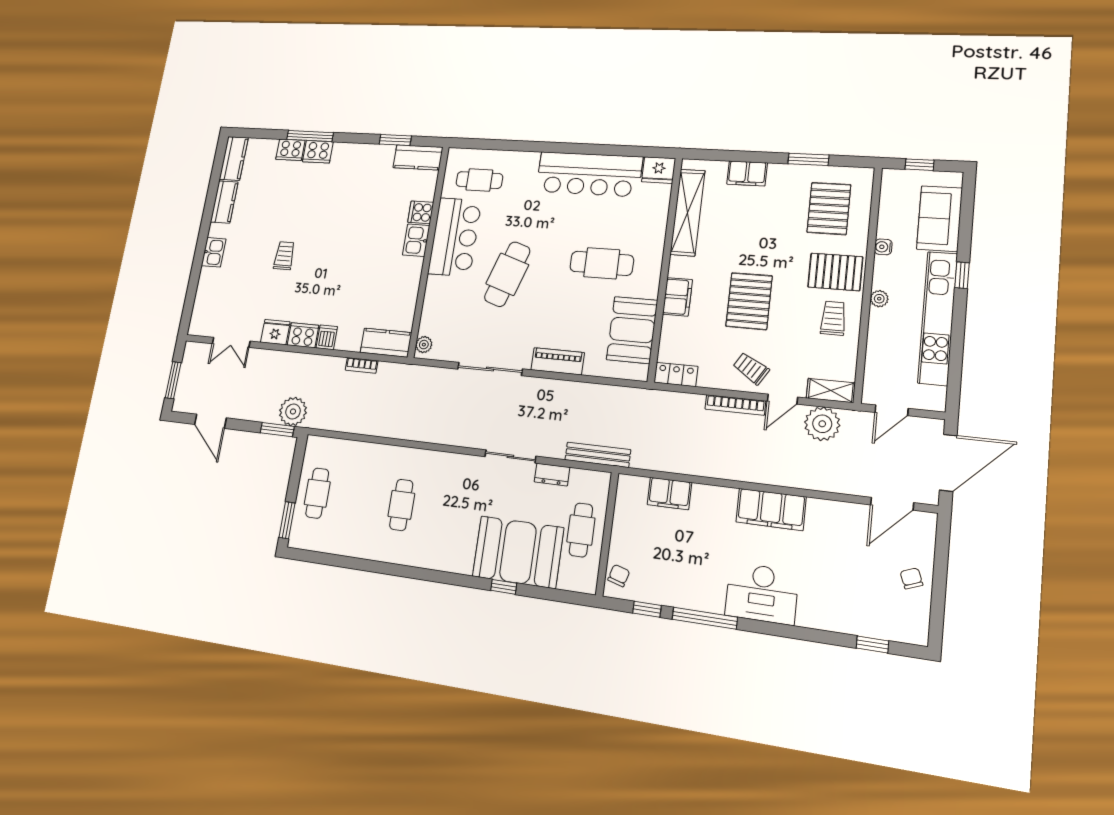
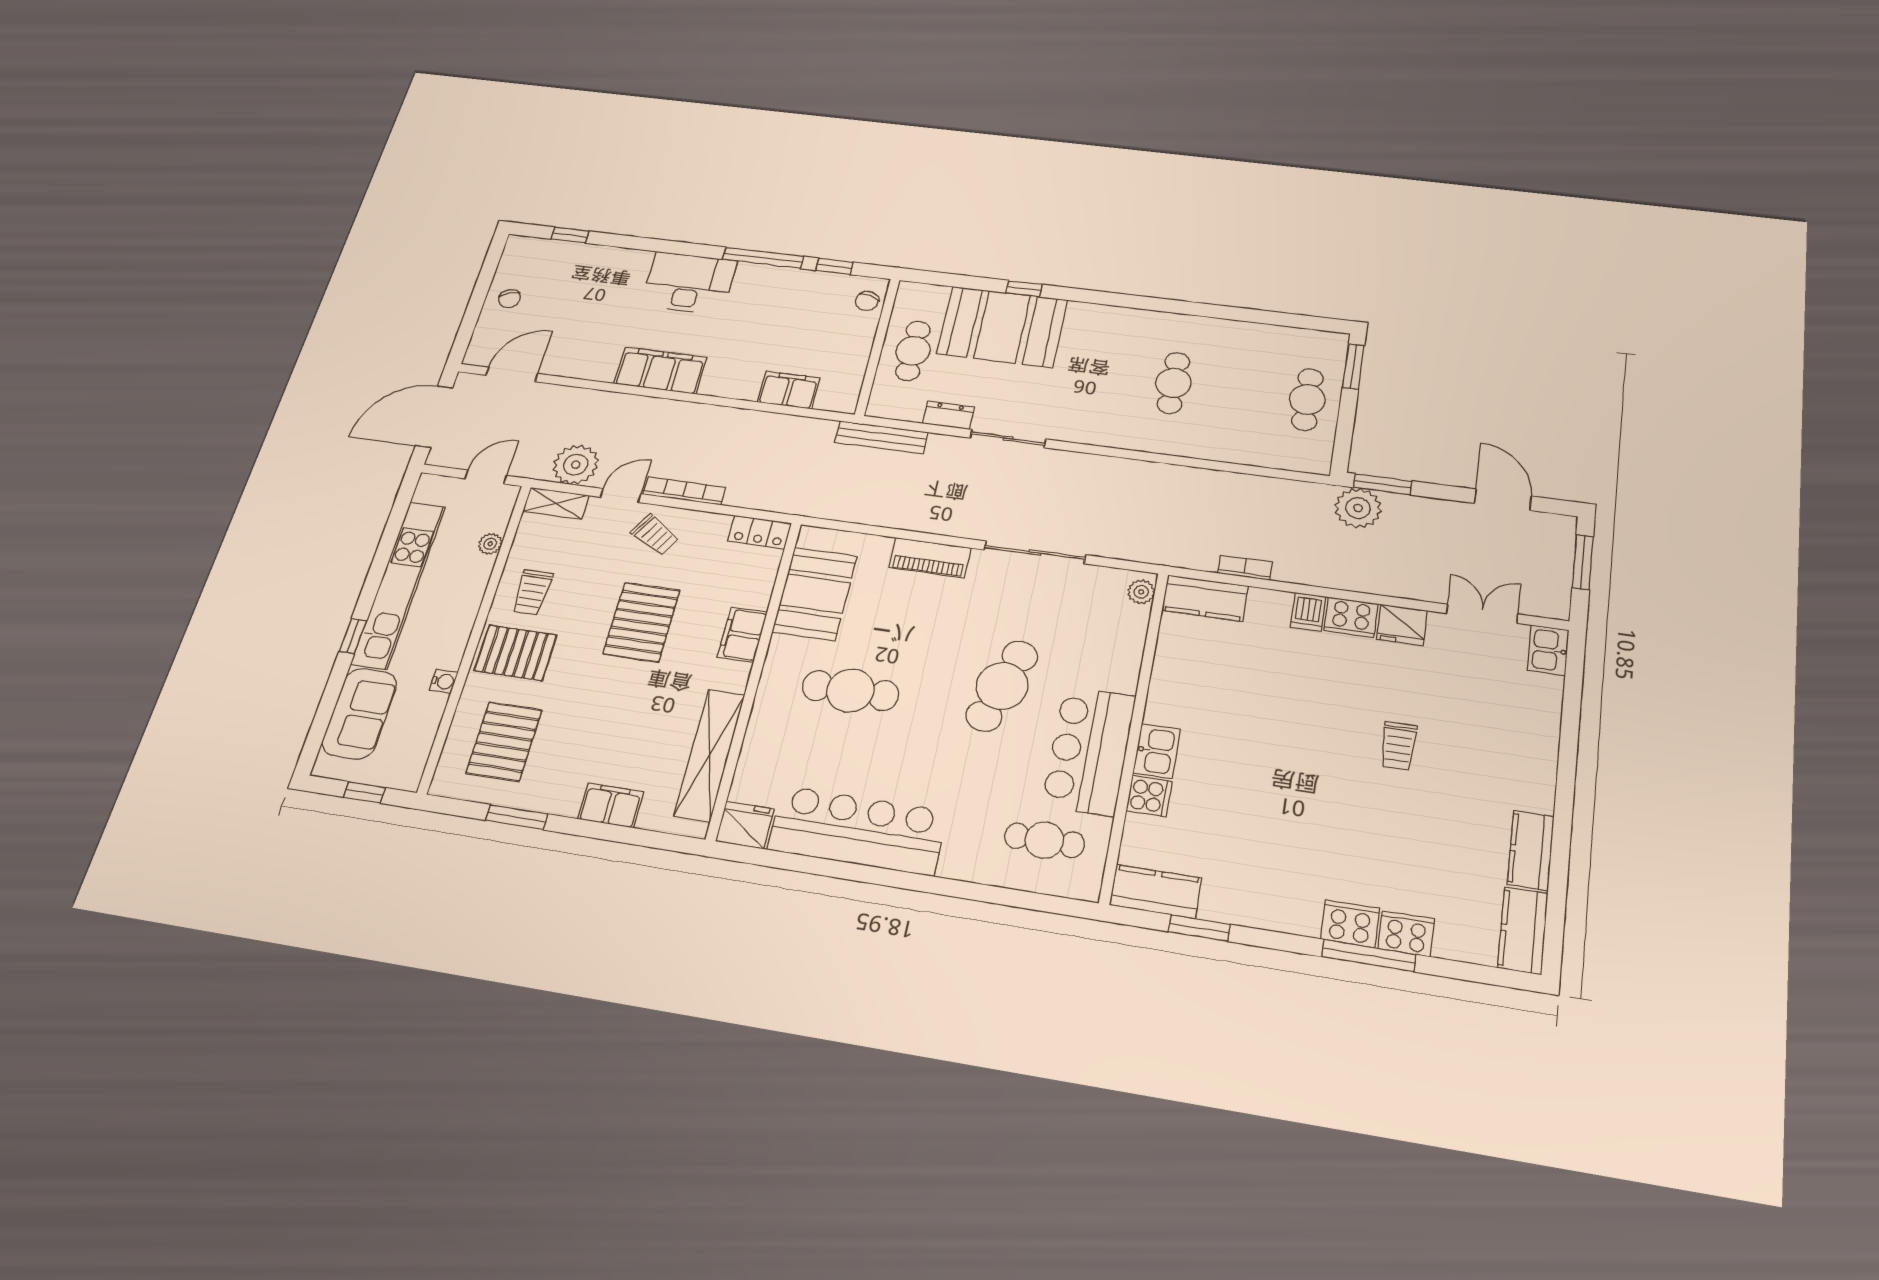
kitchen sink: (214, 252) -> (1548, 650), moved
plant: (879, 299) -> (490, 544), moved

